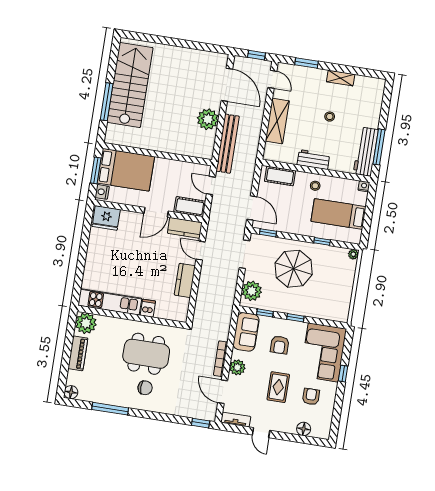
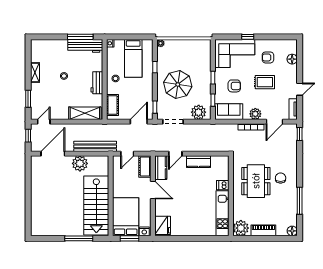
stairs: (130, 85) -> (96, 205), moved, turned -90
shelving: (277, 121) -> (85, 113), moved

